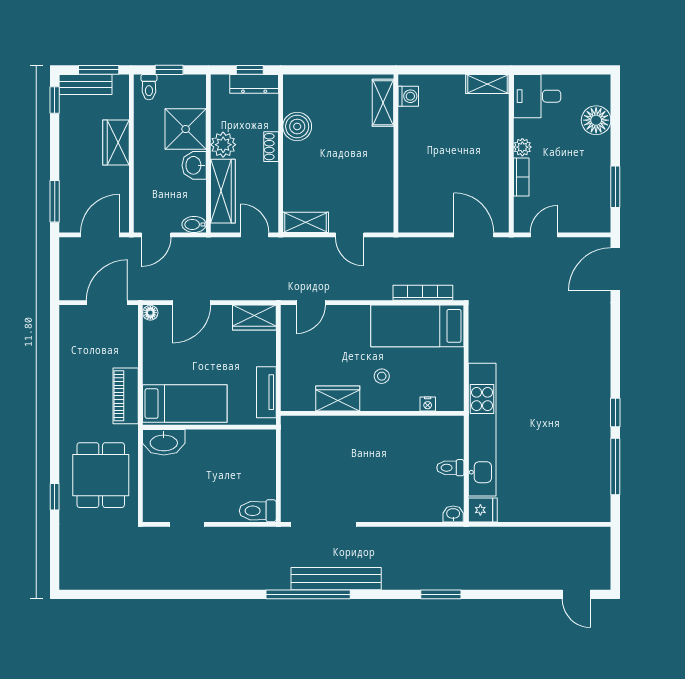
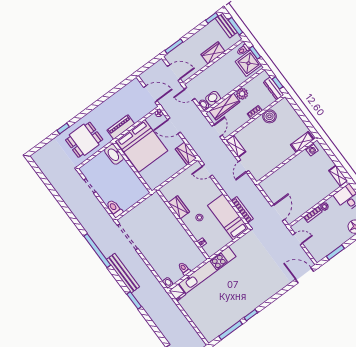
shower: (186, 129) -> (248, 63), moved
washbasin: (194, 165) -> (213, 98), moved
tv unit: (266, 392) -> (161, 179), removed
bed: (185, 404) -> (142, 146), width x2.04
bench: (336, 579) -> (123, 273), moved

